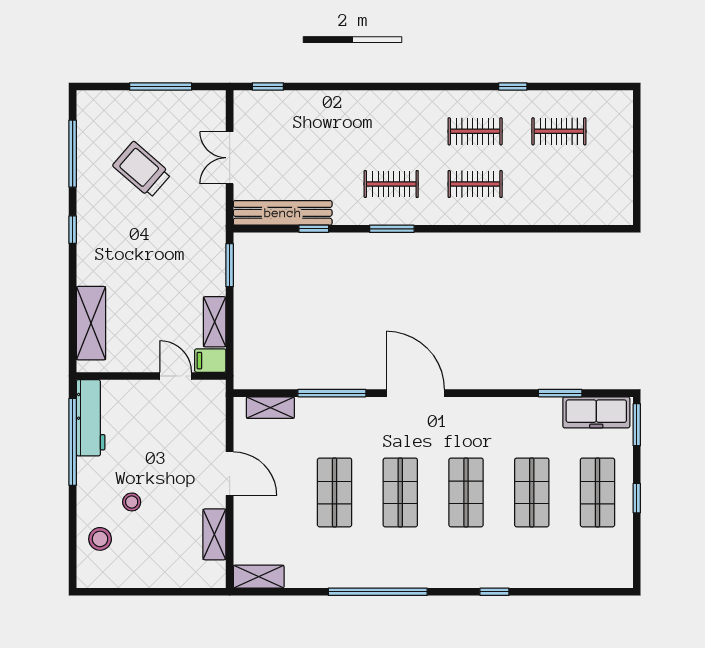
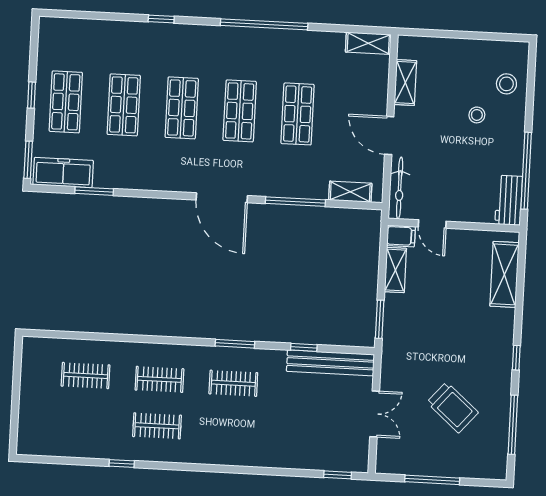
clothes rail: (559, 131) -> (86, 376), moved
bicycle: (215, 415) -> (400, 188), added
workbench: (91, 418) -> (509, 200), width x0.73

